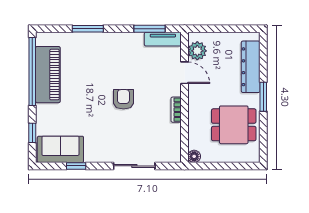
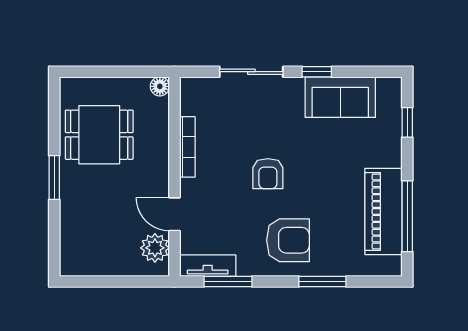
armchair: (110, 56) -> (288, 240), added
dresser: (251, 67) -> (73, 223), removed
window: (32, 71) -> (407, 216), width x0.68
bookcase: (176, 110) -> (187, 147), width x1.56
sofa: (60, 149) -> (340, 97), moved
window: (76, 166) -> (317, 72), moved

